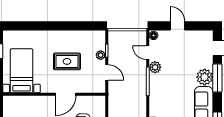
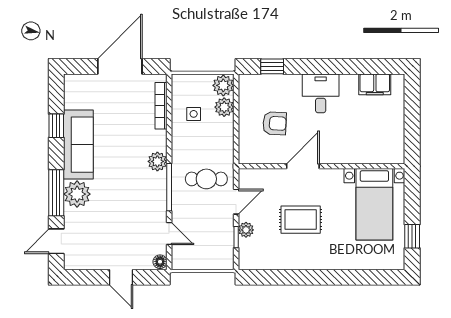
plant: (155, 67) -> (157, 161), moved
door: (107, 72) -> (236, 202), swing flipped
cafe table: (125, 86) -> (206, 179), added

